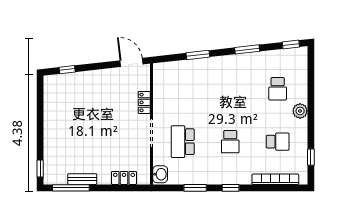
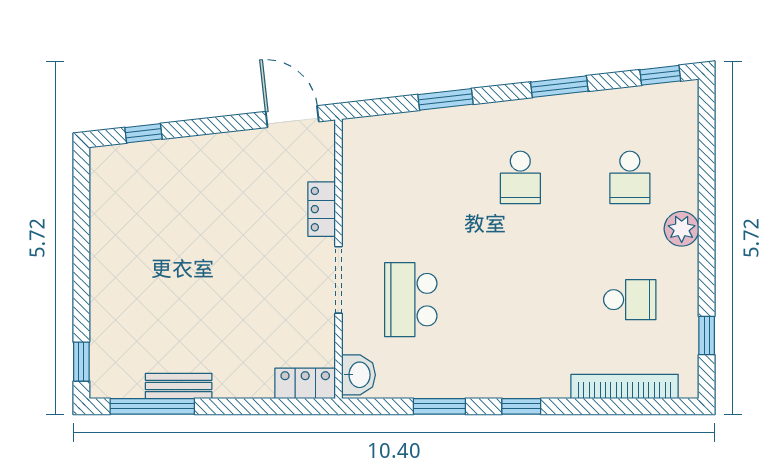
school desk: (230, 142) -> (520, 177), moved
locker: (124, 178) -> (305, 383), moved

